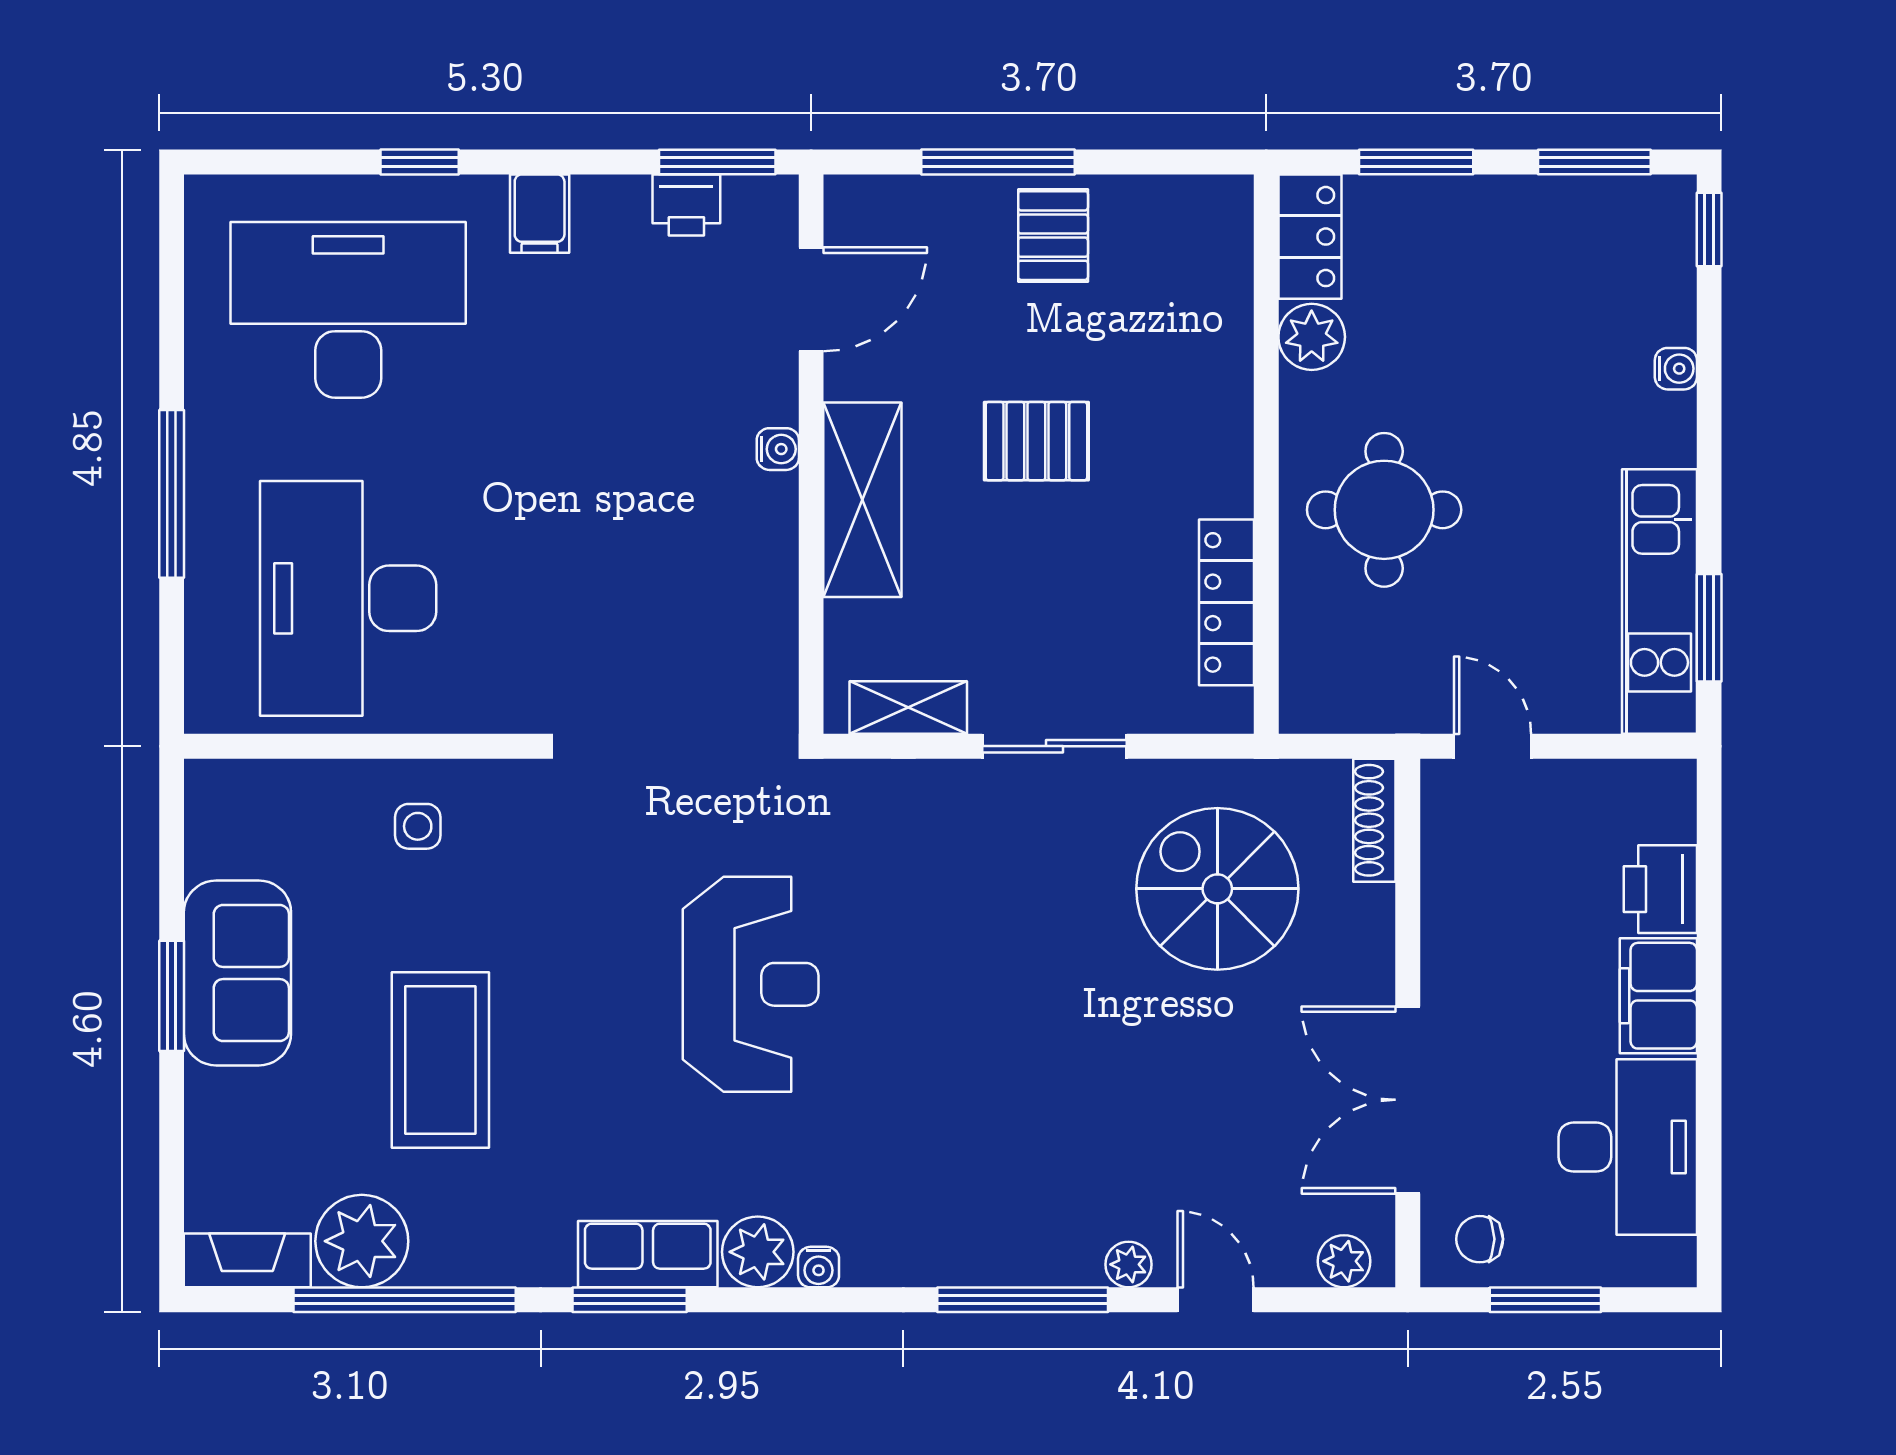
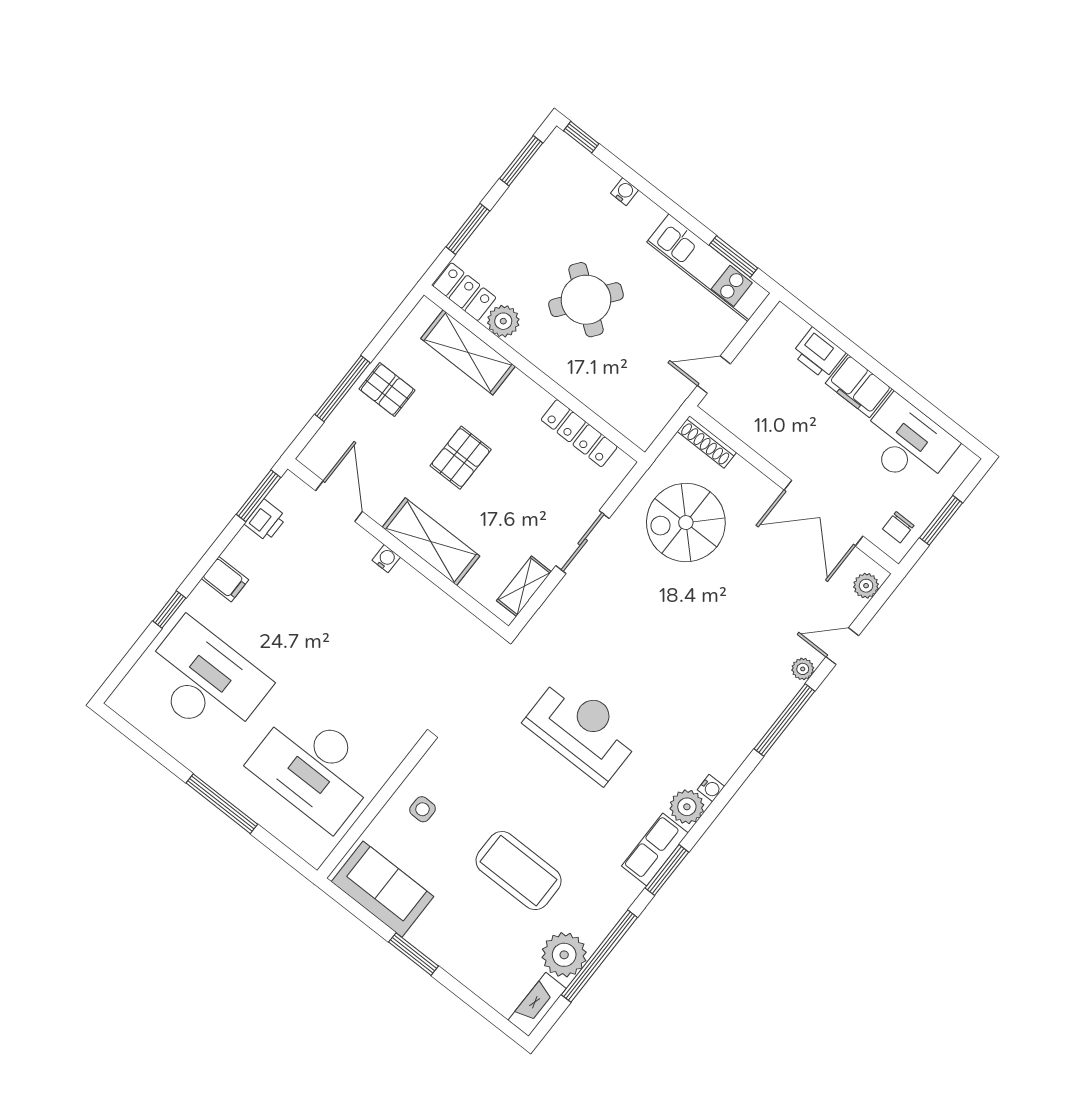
desk: (348, 310) -> (204, 681), turned 90
shelving: (1216, 319) -> (468, 352), added
round table: (1384, 510) -> (586, 300), moved, turned 37
sofa: (237, 973) -> (383, 889), moved

